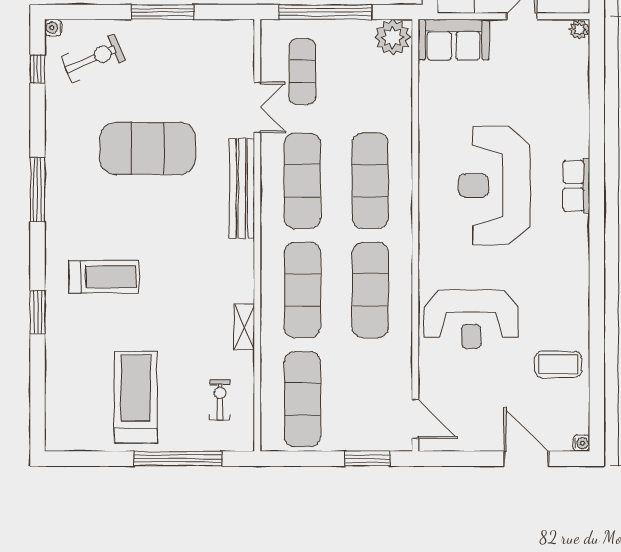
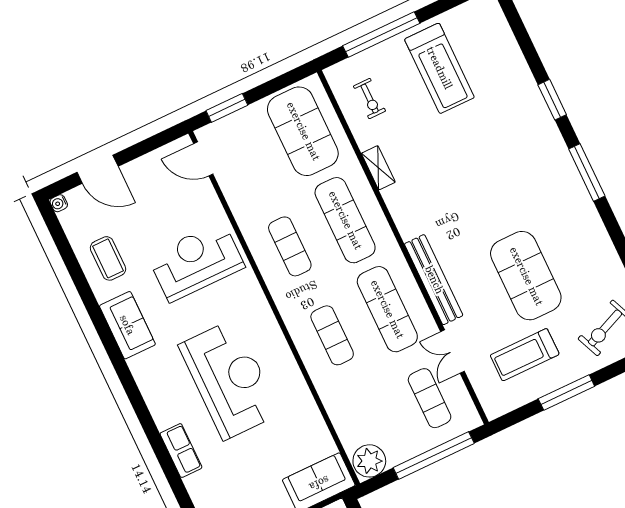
exercise mat: (148, 148) -> (526, 276), turned 90
exercise mat: (370, 181) -> (332, 335), width x0.73, depth x0.69
row of seats: (576, 186) -> (181, 451), moved
window: (38, 190) -> (587, 172), moved
treadmill: (104, 277) -> (525, 355), moved
sofa: (570, 288) -> (127, 325), added
exercise mat: (370, 290) -> (290, 246), width x0.73, depth x0.69
coffee table: (558, 364) -> (108, 258), turned 90
exercise mat: (302, 399) -> (303, 131), width x1.47

